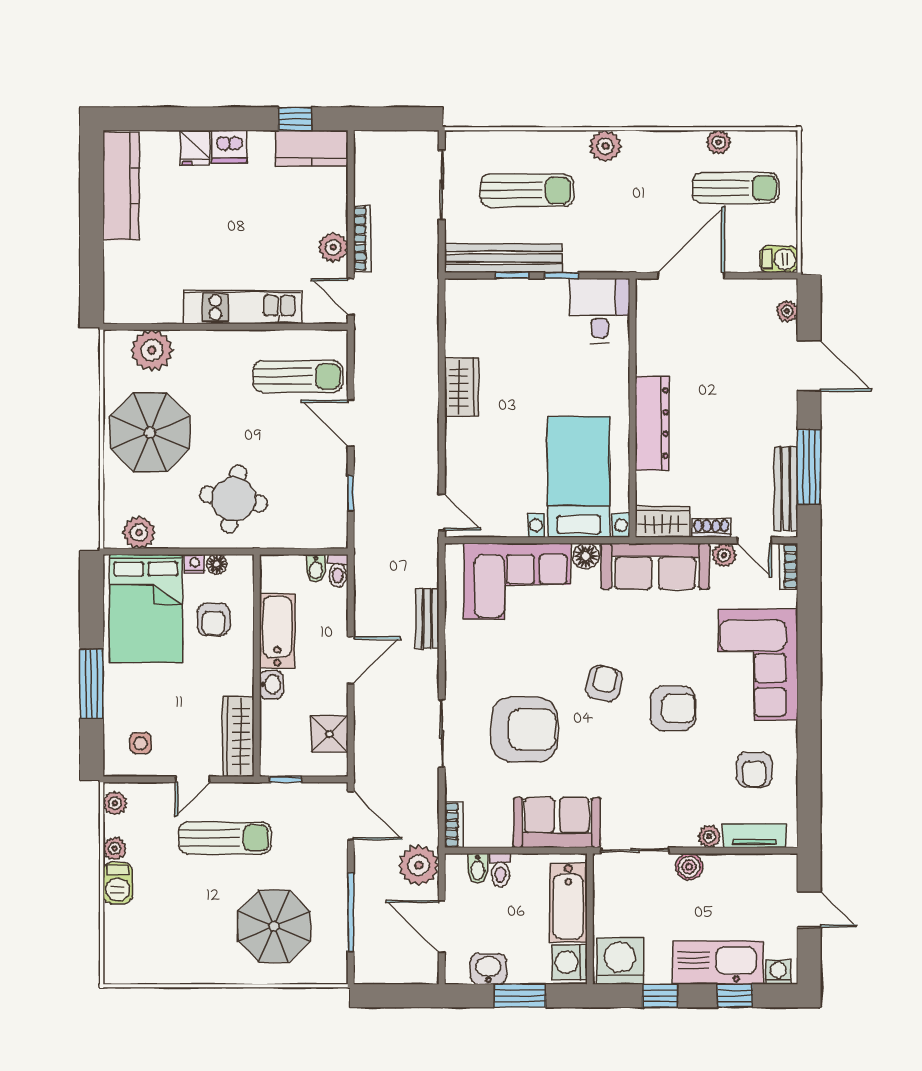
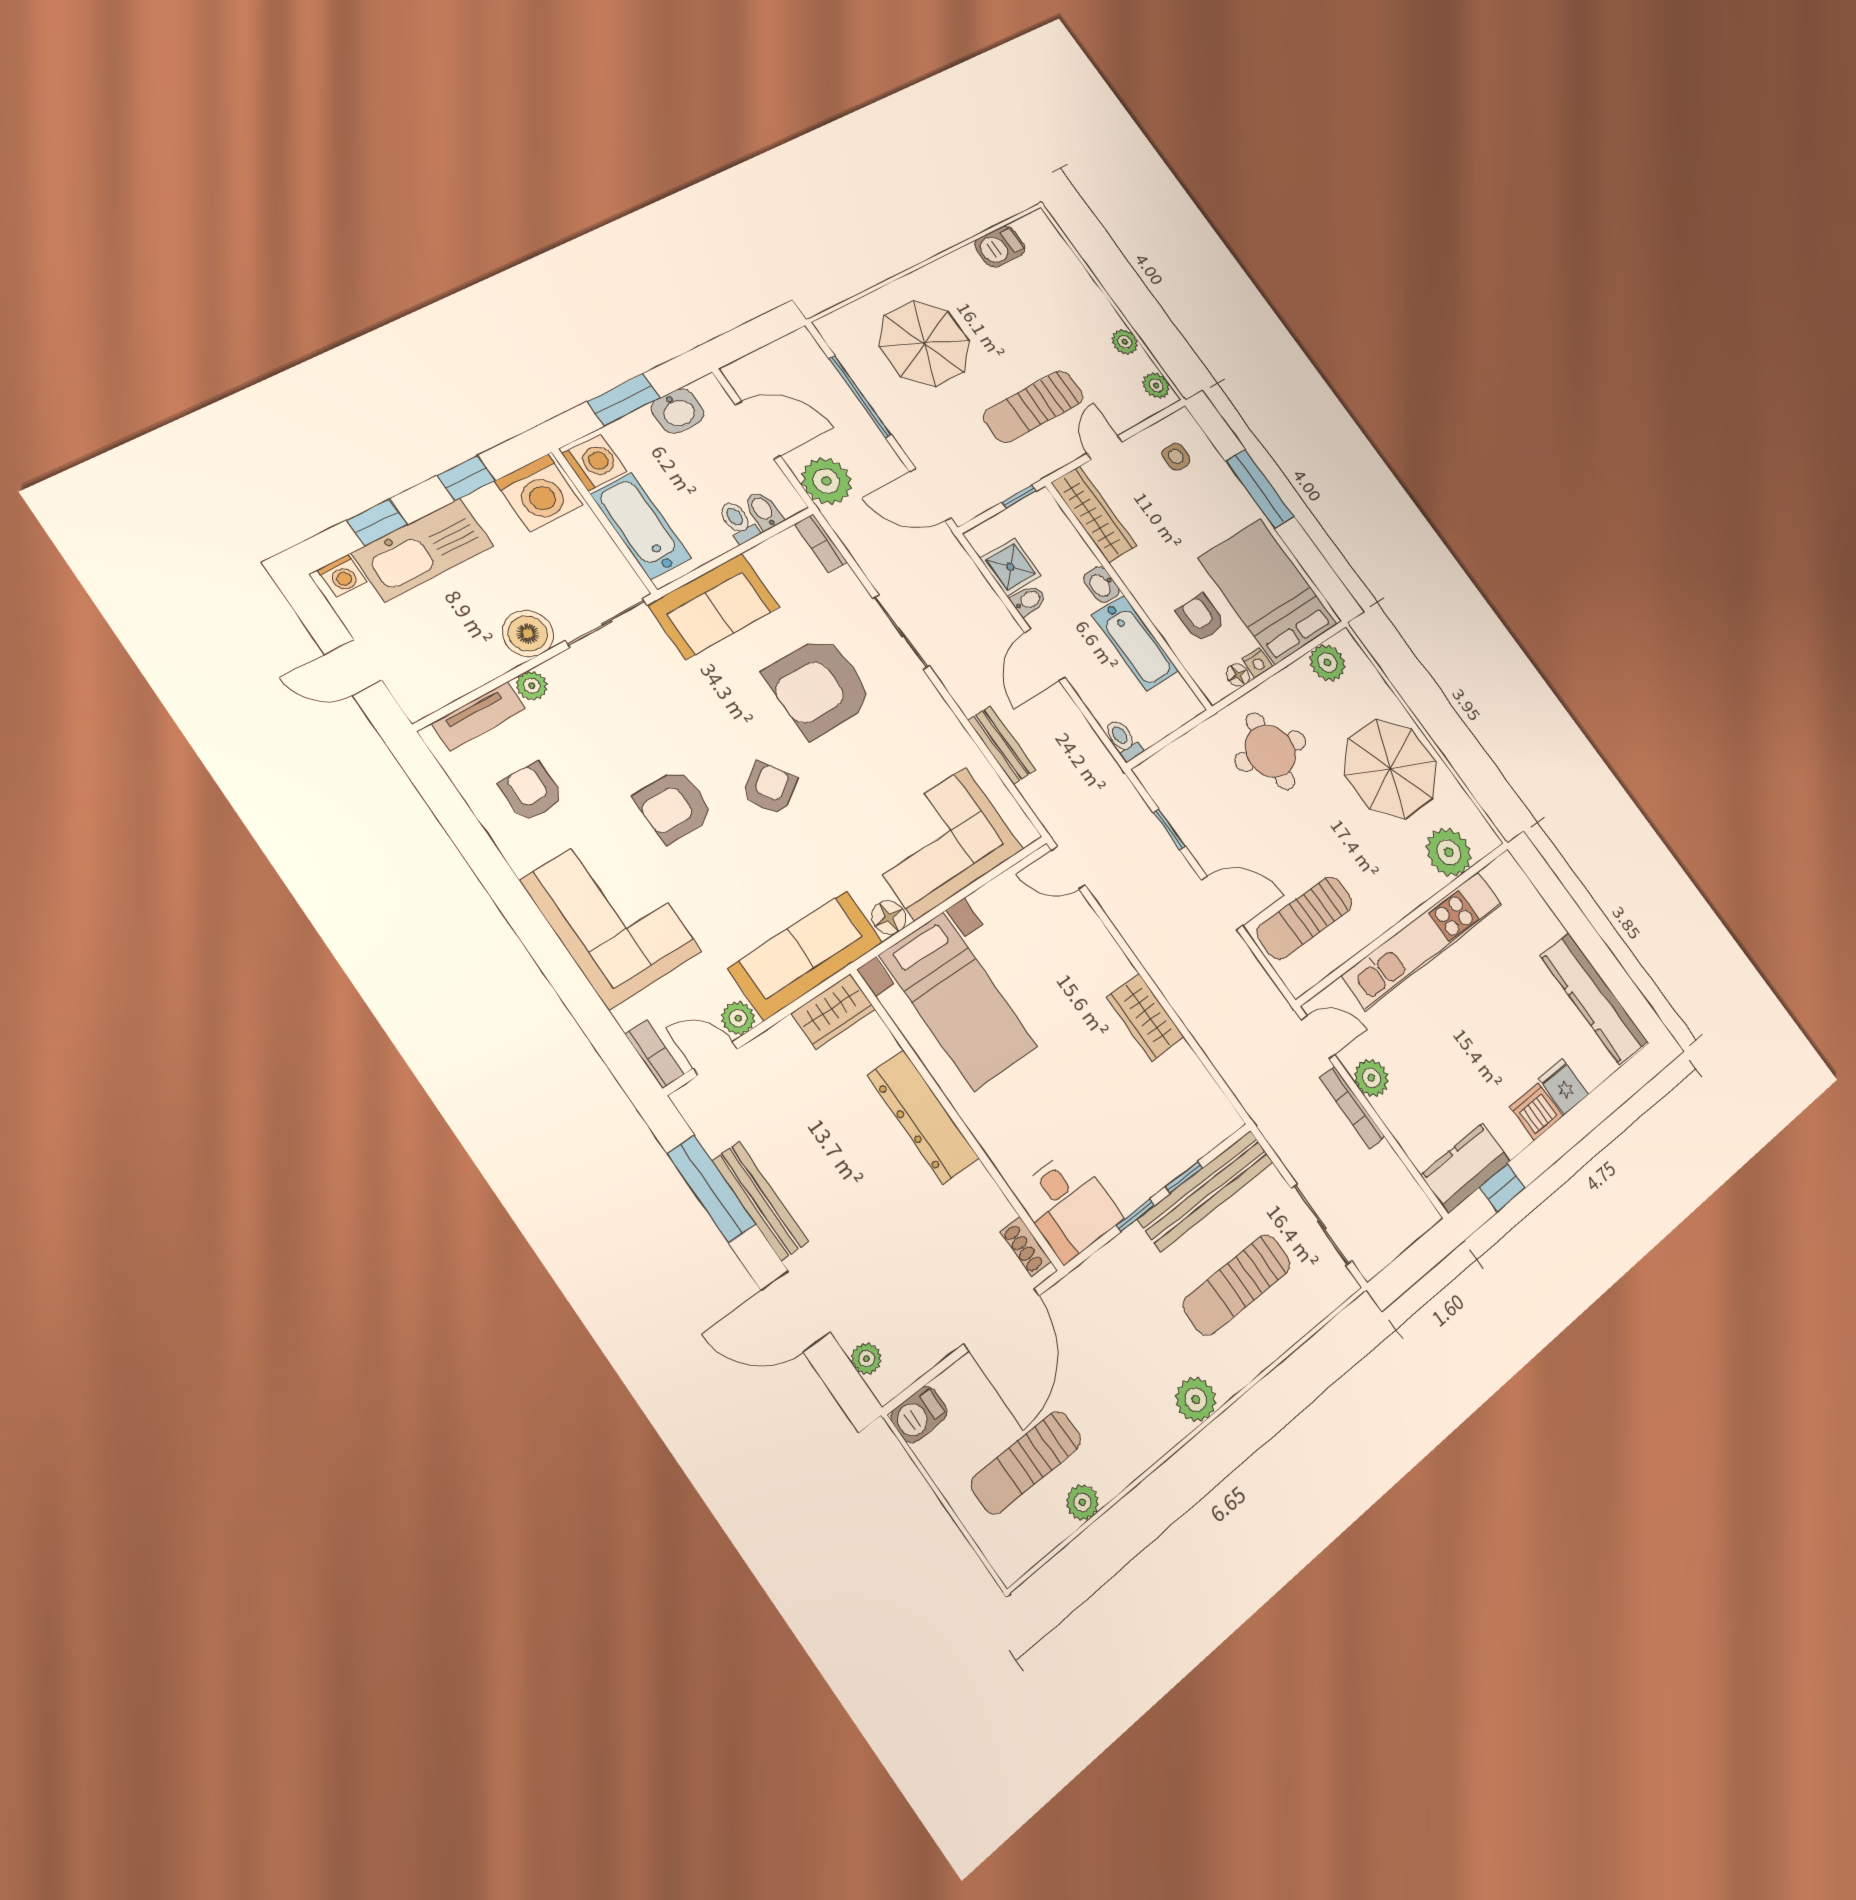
kitchen unit: (243, 307) -> (1423, 940), width x1.36
bench: (786, 489) -> (760, 1201), moved
shoe rack: (711, 528) -> (1026, 1246), moved, turned 90
bidet: (316, 568) -> (1028, 600), moved, turned 90
armchair: (604, 683) -> (770, 788), turned -137
boiler: (689, 867) -> (528, 633), width x1.36, depth x1.36
barbecue: (118, 883) -> (1000, 246), moved, turned -90

